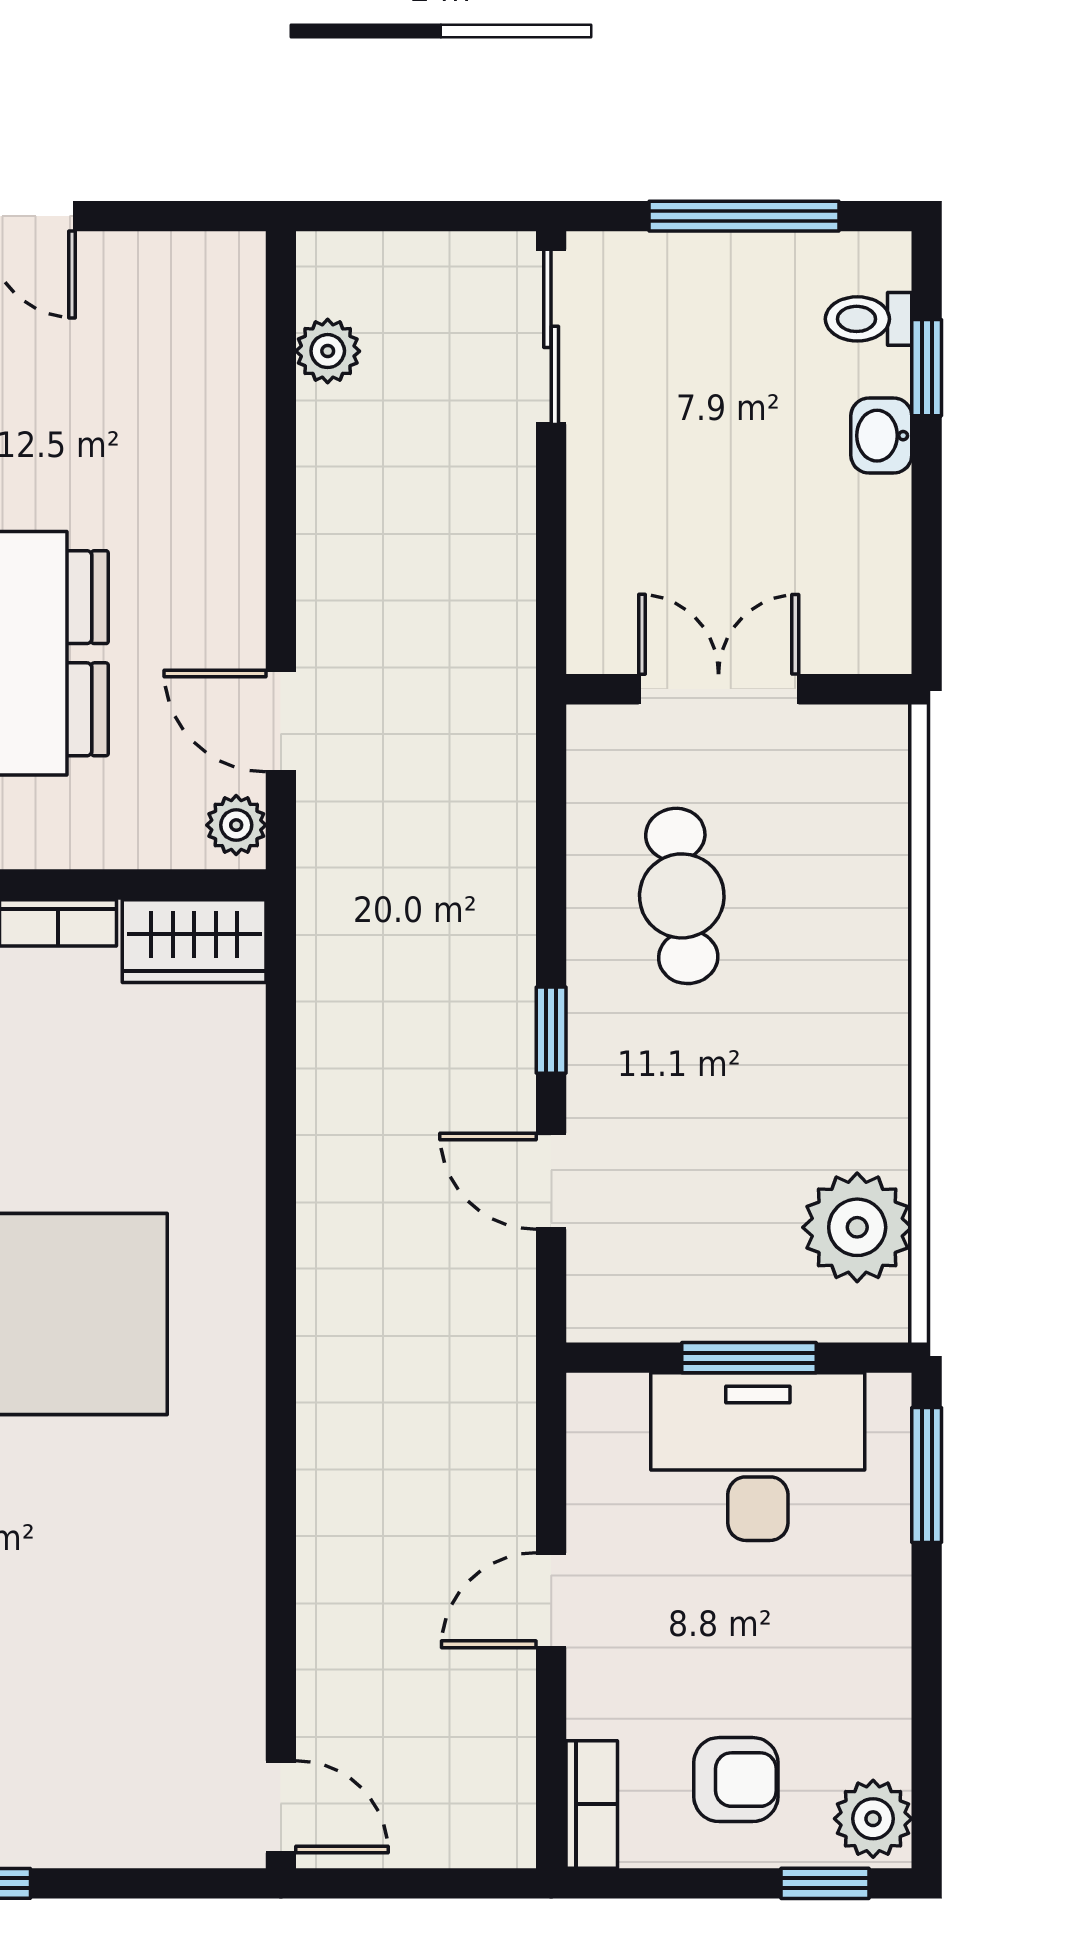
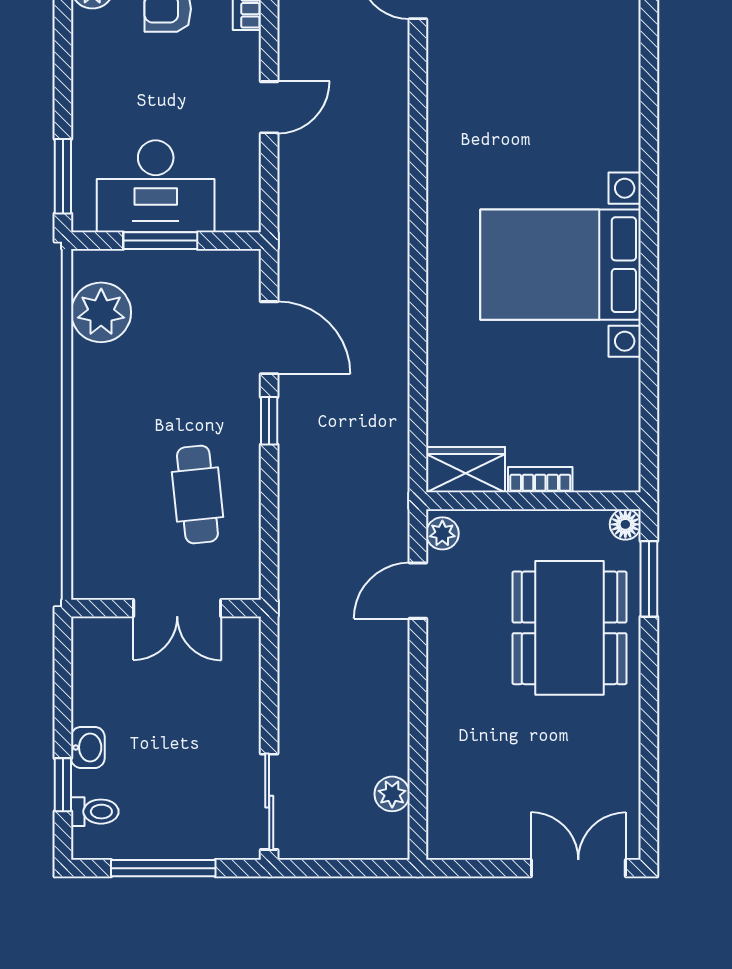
door: (281, 721) -> (418, 591), swing flipped
door: (551, 1181) -> (269, 338), width x1.38

